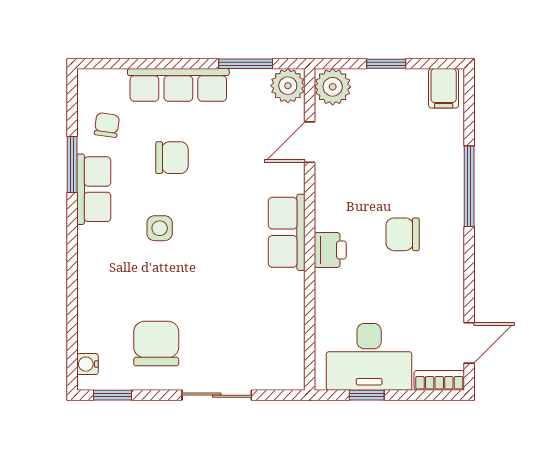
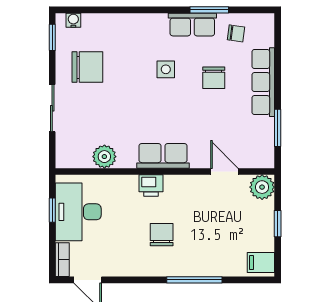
plant: (288, 86) -> (104, 157), moved

